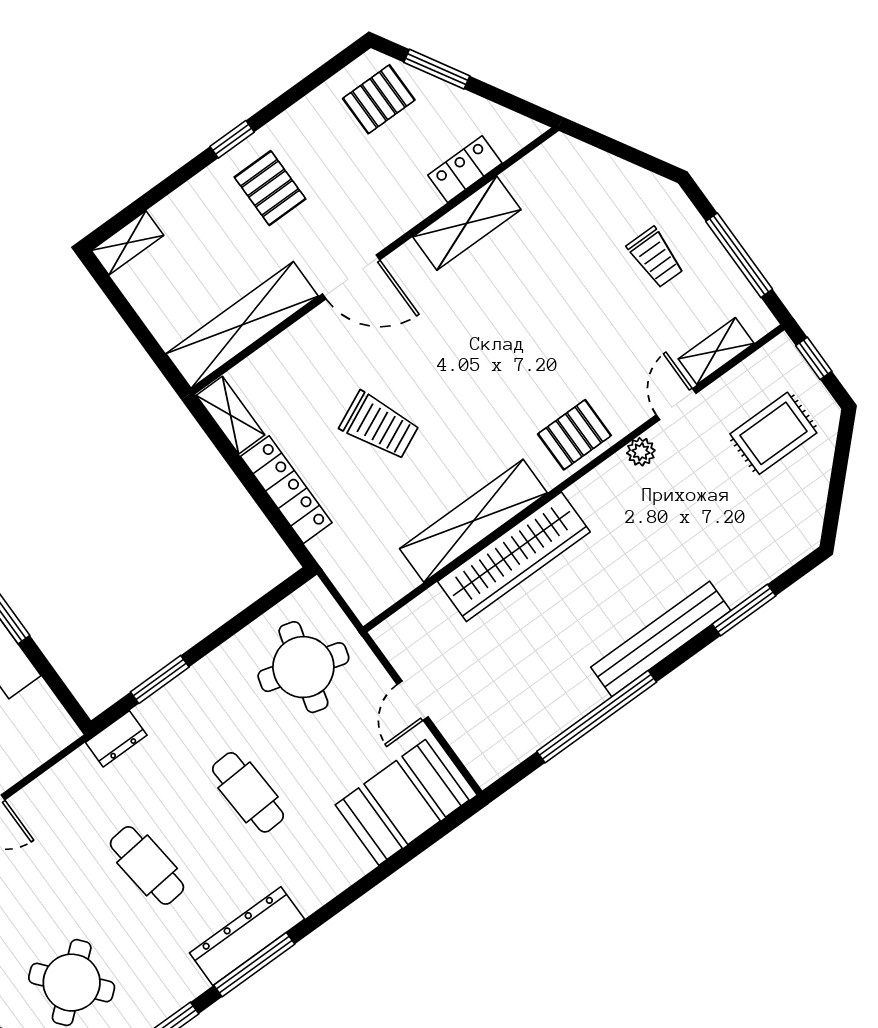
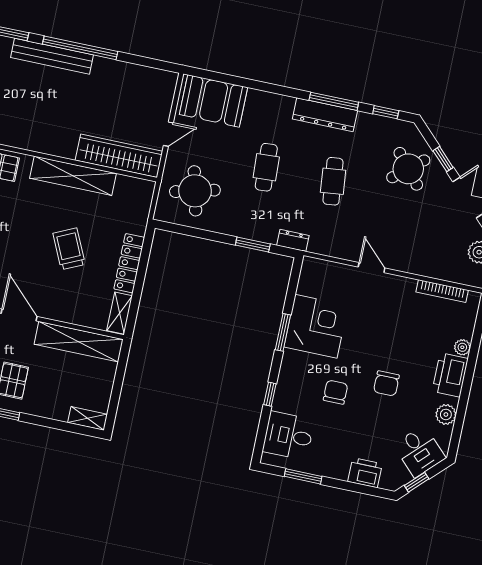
wardrobe: (514, 557) -> (119, 156), moved
round table: (303, 667) -> (195, 191), turned -30
window: (597, 717) -> (80, 48), moved

